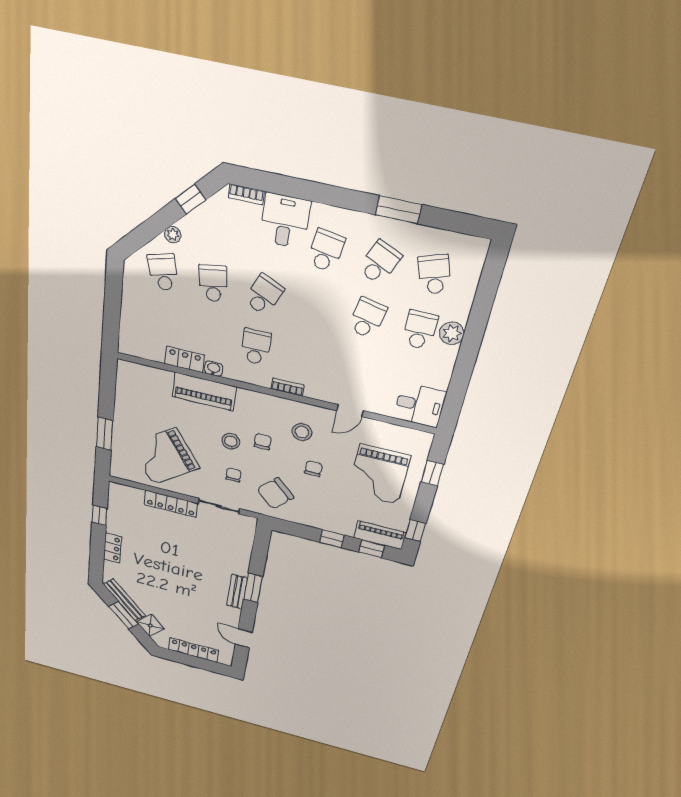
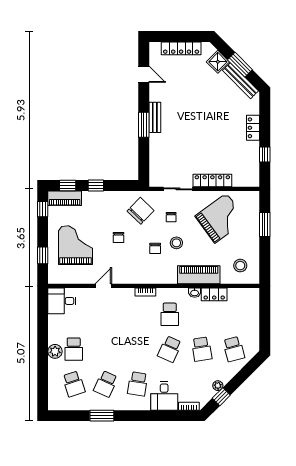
plant: (173, 235) -> (218, 386), moved
school desk: (367, 318) -> (106, 349), removed
stool: (302, 432) -> (240, 266), moved

